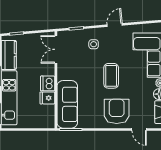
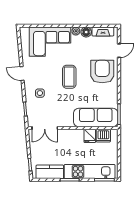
coffee table: (111, 76) -> (69, 77), turned 90
dishwasher: (48, 83) -> (103, 136), moved
armchair: (117, 111) -> (102, 72), turned 90

